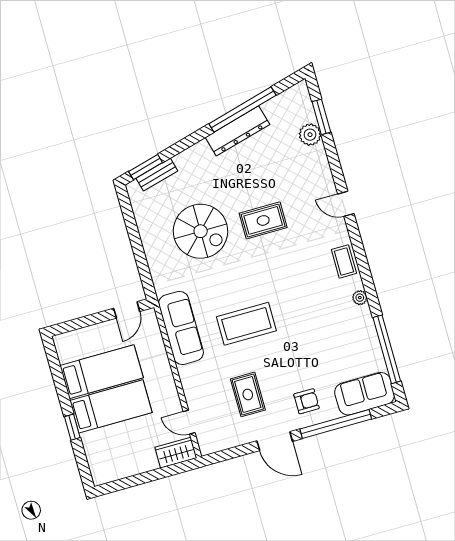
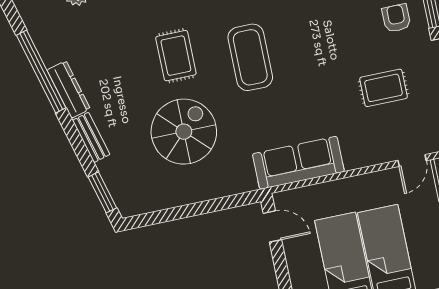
dresser: (237, 131) -> (69, 89), width x0.73, depth x0.80
bench: (157, 175) -> (91, 137), moved
coffee table: (246, 324) -> (250, 57), moved

